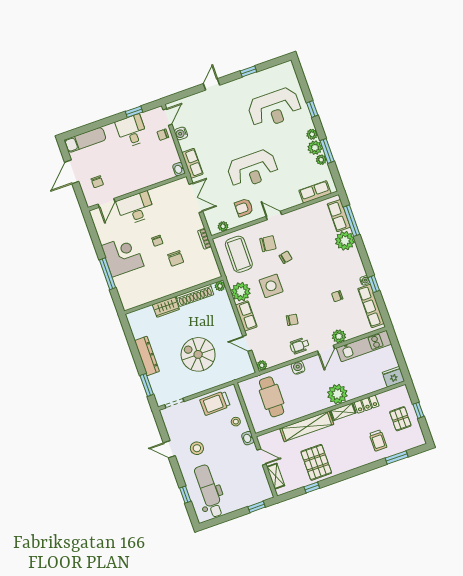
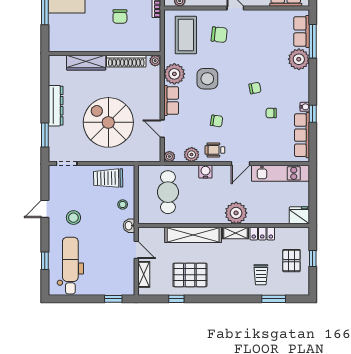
chair: (286, 257) -> (255, 88), moved
wardrobe: (166, 307) -> (86, 63), width x1.50
plant: (339, 336) -> (192, 155), moved
spiral stairs: (198, 354) -> (108, 122), width x1.37, depth x1.37
door: (169, 449) -> (45, 209), hinge flipped
pallet: (316, 462) -> (190, 275), turned 90

